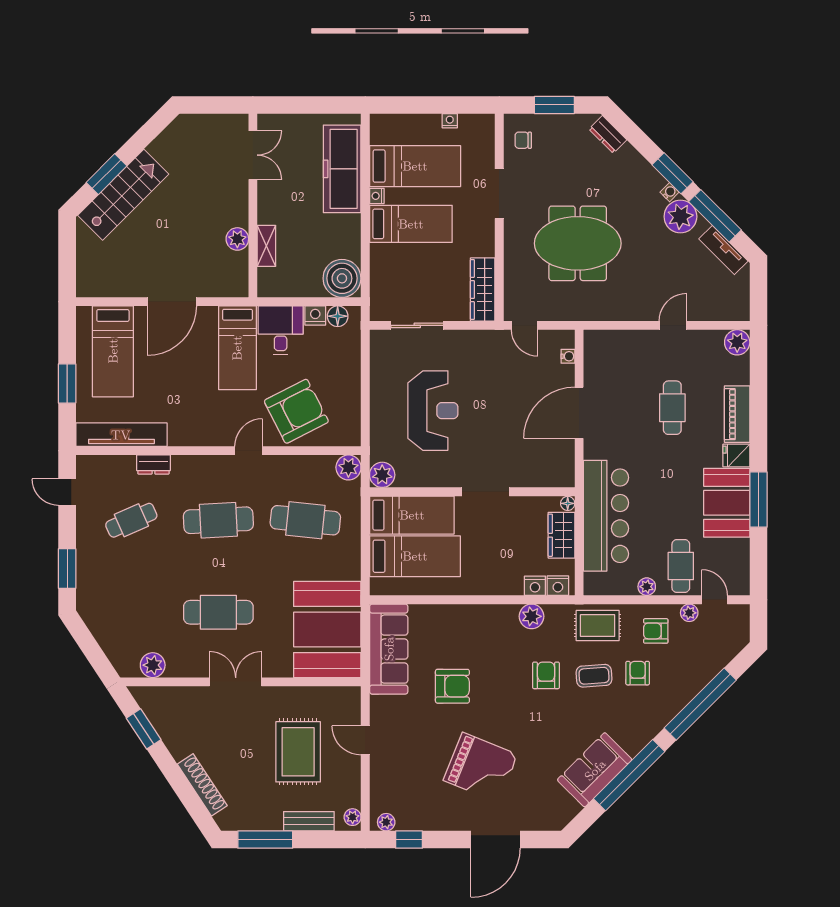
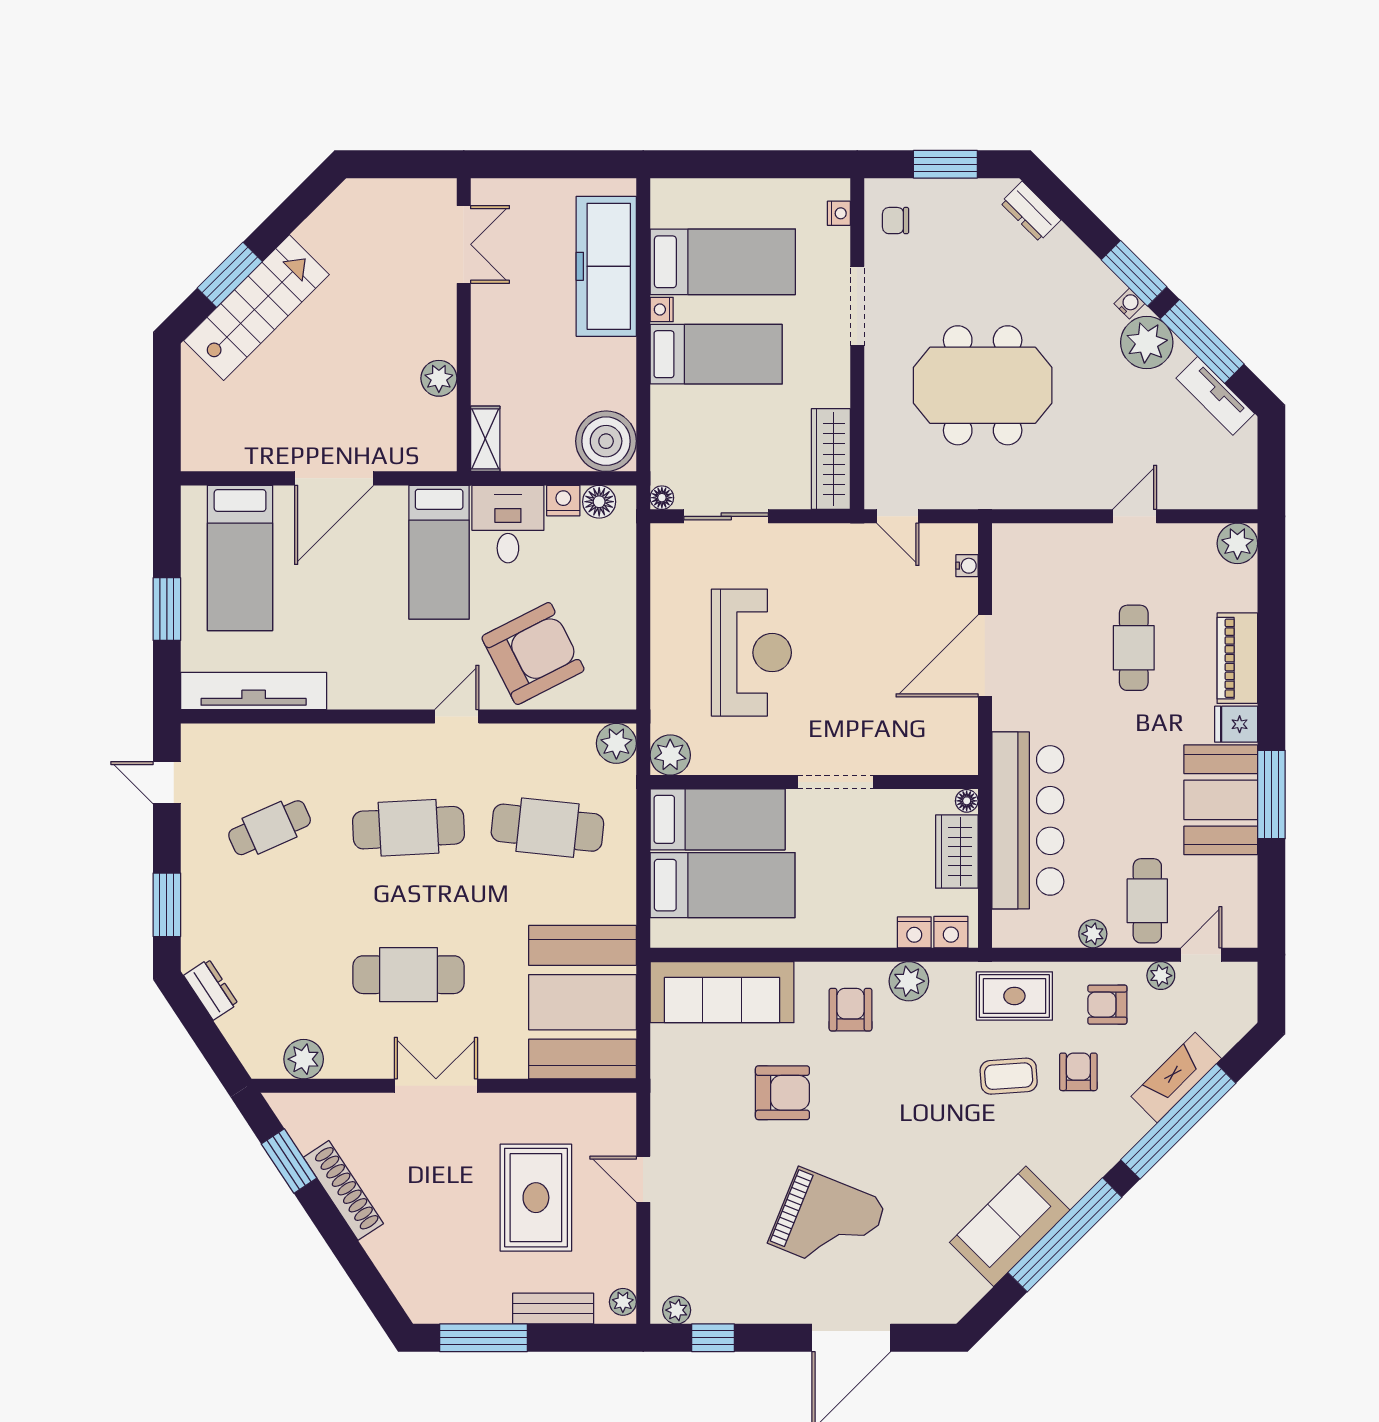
nightstand: (450, 121) -> (839, 213), moved, turned 90
shelving: (266, 246) -> (485, 439), moved
floor lamp: (377, 314) -> (662, 498), added
dresser: (153, 465) -> (211, 990), moved, turned -123
door: (715, 600) -> (1201, 955), hinge flipped
sofa: (389, 649) -> (722, 992), moved, turned 90
armchair: (546, 675) -> (850, 1010), moved
fireplace: (699, 677) -> (1176, 1078), added
shoe rack: (202, 785) -> (343, 1190), moved

